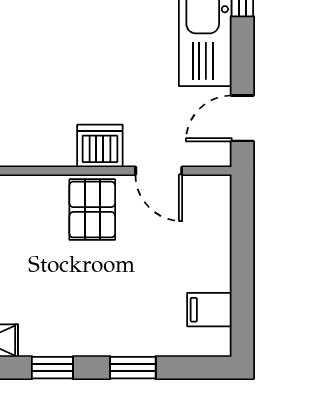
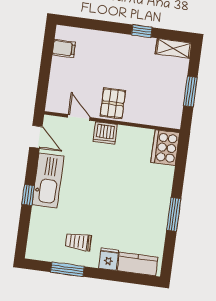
door: (242, 118) -> (36, 137), hinge flipped
window: (133, 368) -> (104, 26), removed

